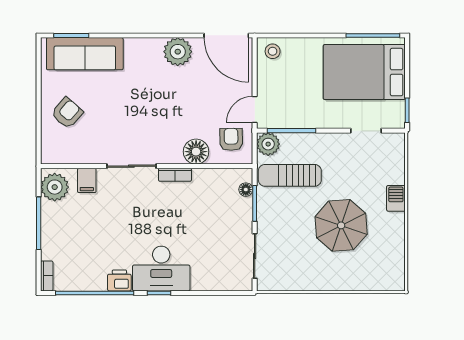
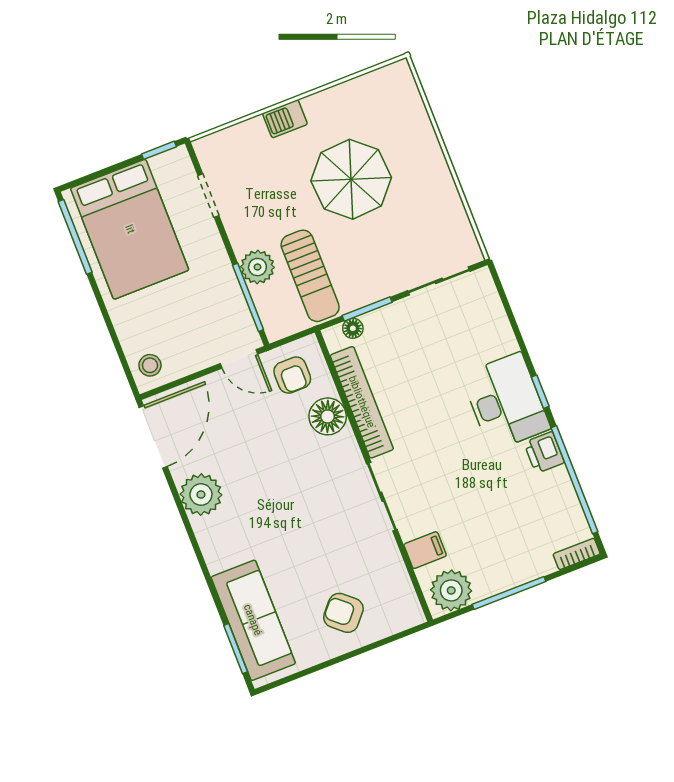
armchair: (231, 139) -> (292, 375), turned -89
plant: (268, 144) -> (257, 267), moved
bookcase: (175, 175) -> (362, 402), width x2.31, depth x1.31

